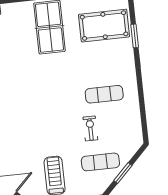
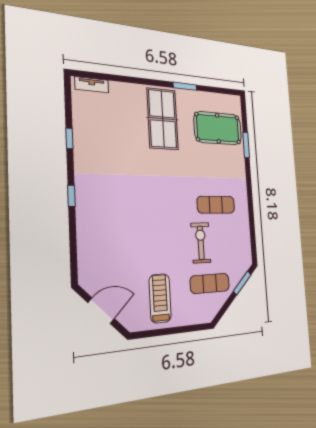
exercise bike: (90, 128) -> (201, 243), width x1.38, depth x1.39
window: (123, 173) -> (242, 283), moved

